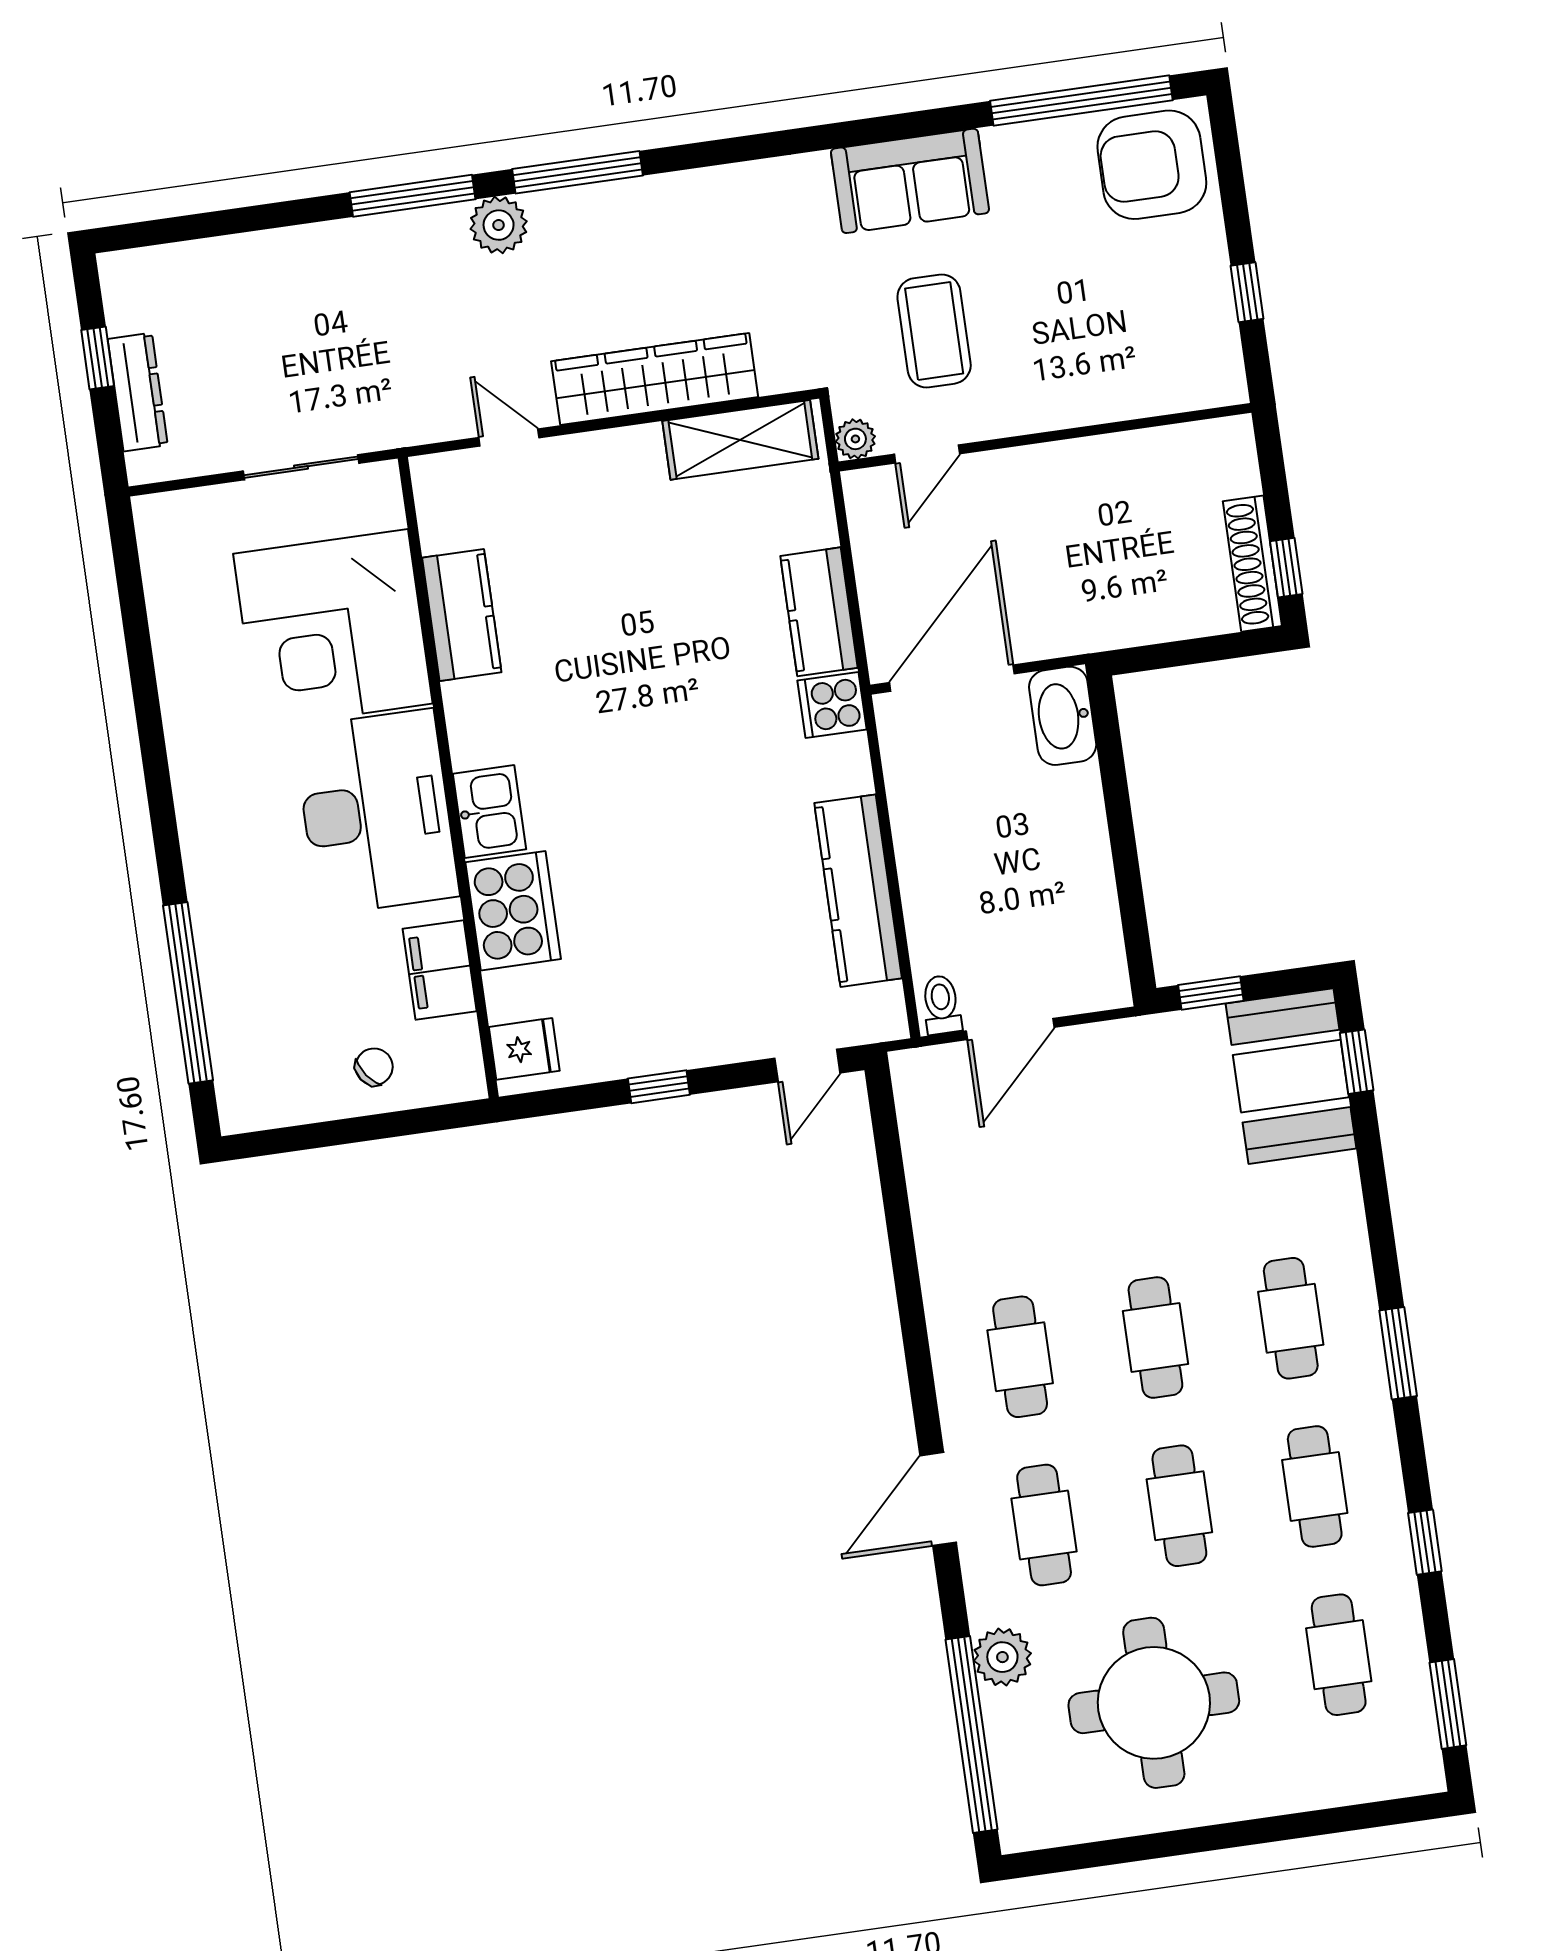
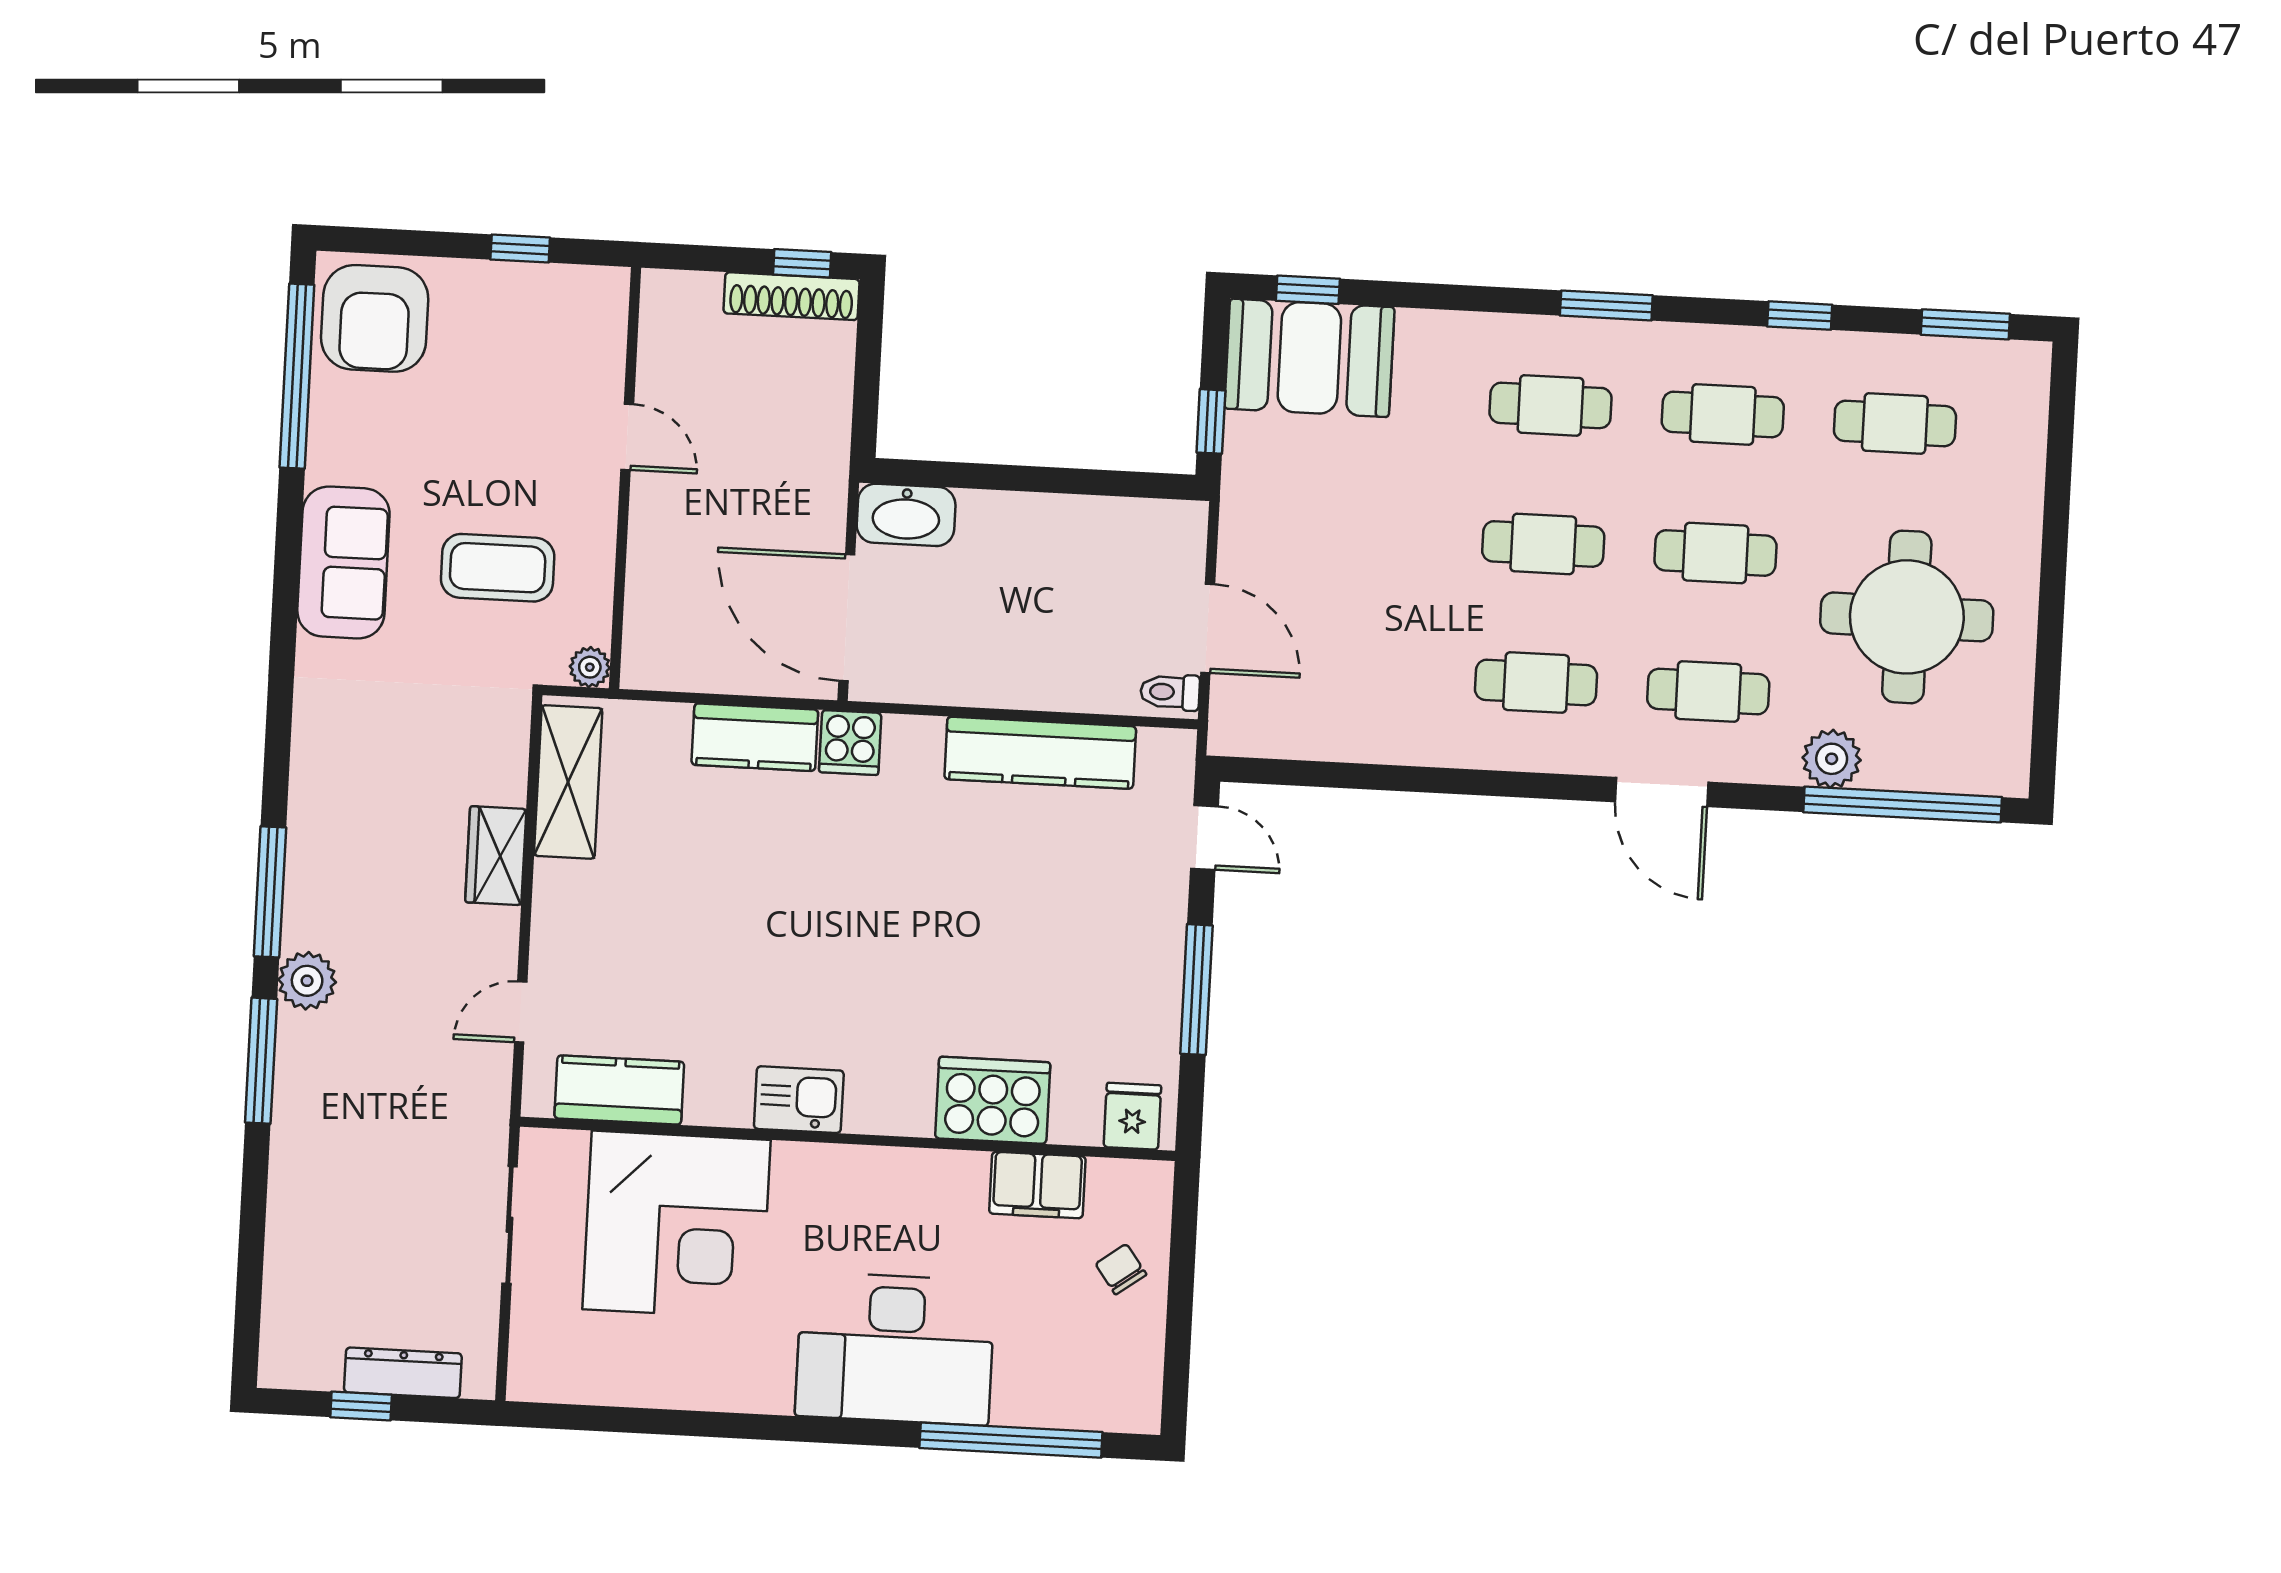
wardrobe: (655, 379) -> (496, 856), width x0.48, depth x0.85
door: (927, 454) -> (627, 437), moved
kitchen counter: (462, 615) -> (619, 1090), moved
desk: (376, 812) -> (895, 1349), moved, turned 180
kitchen sink: (490, 812) -> (799, 1100), moved
window: (659, 1087) -> (1196, 990), width x2.17

